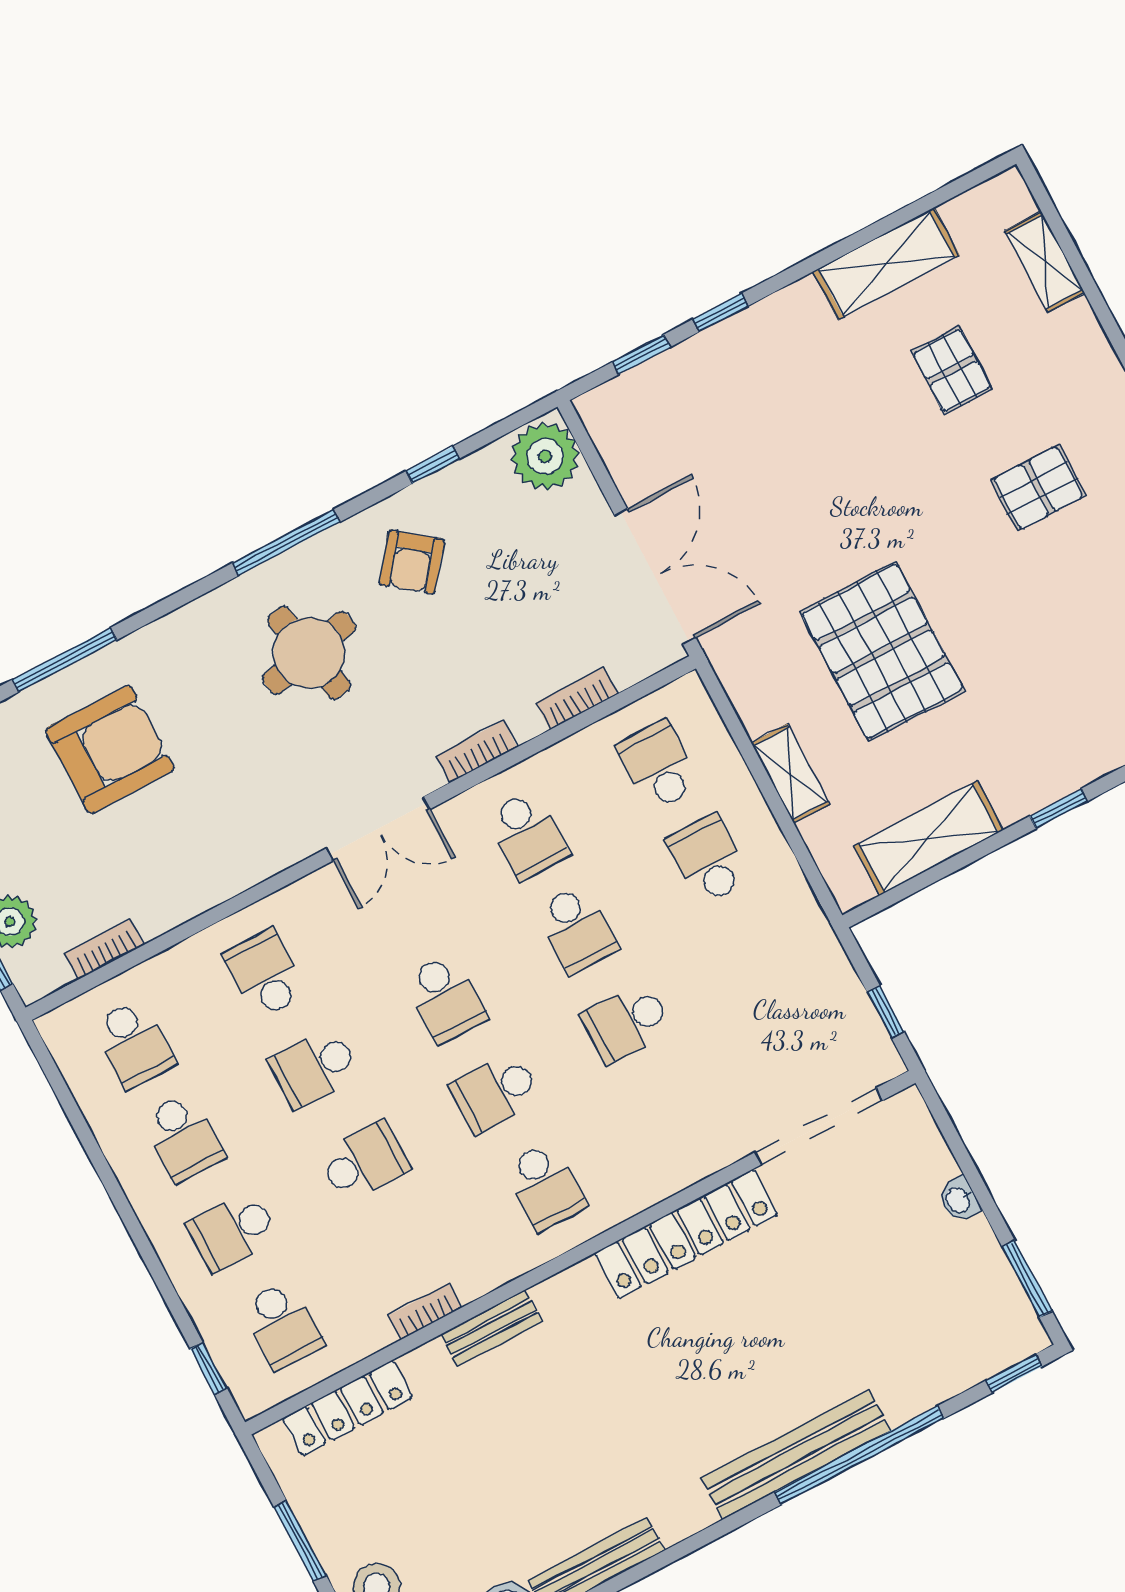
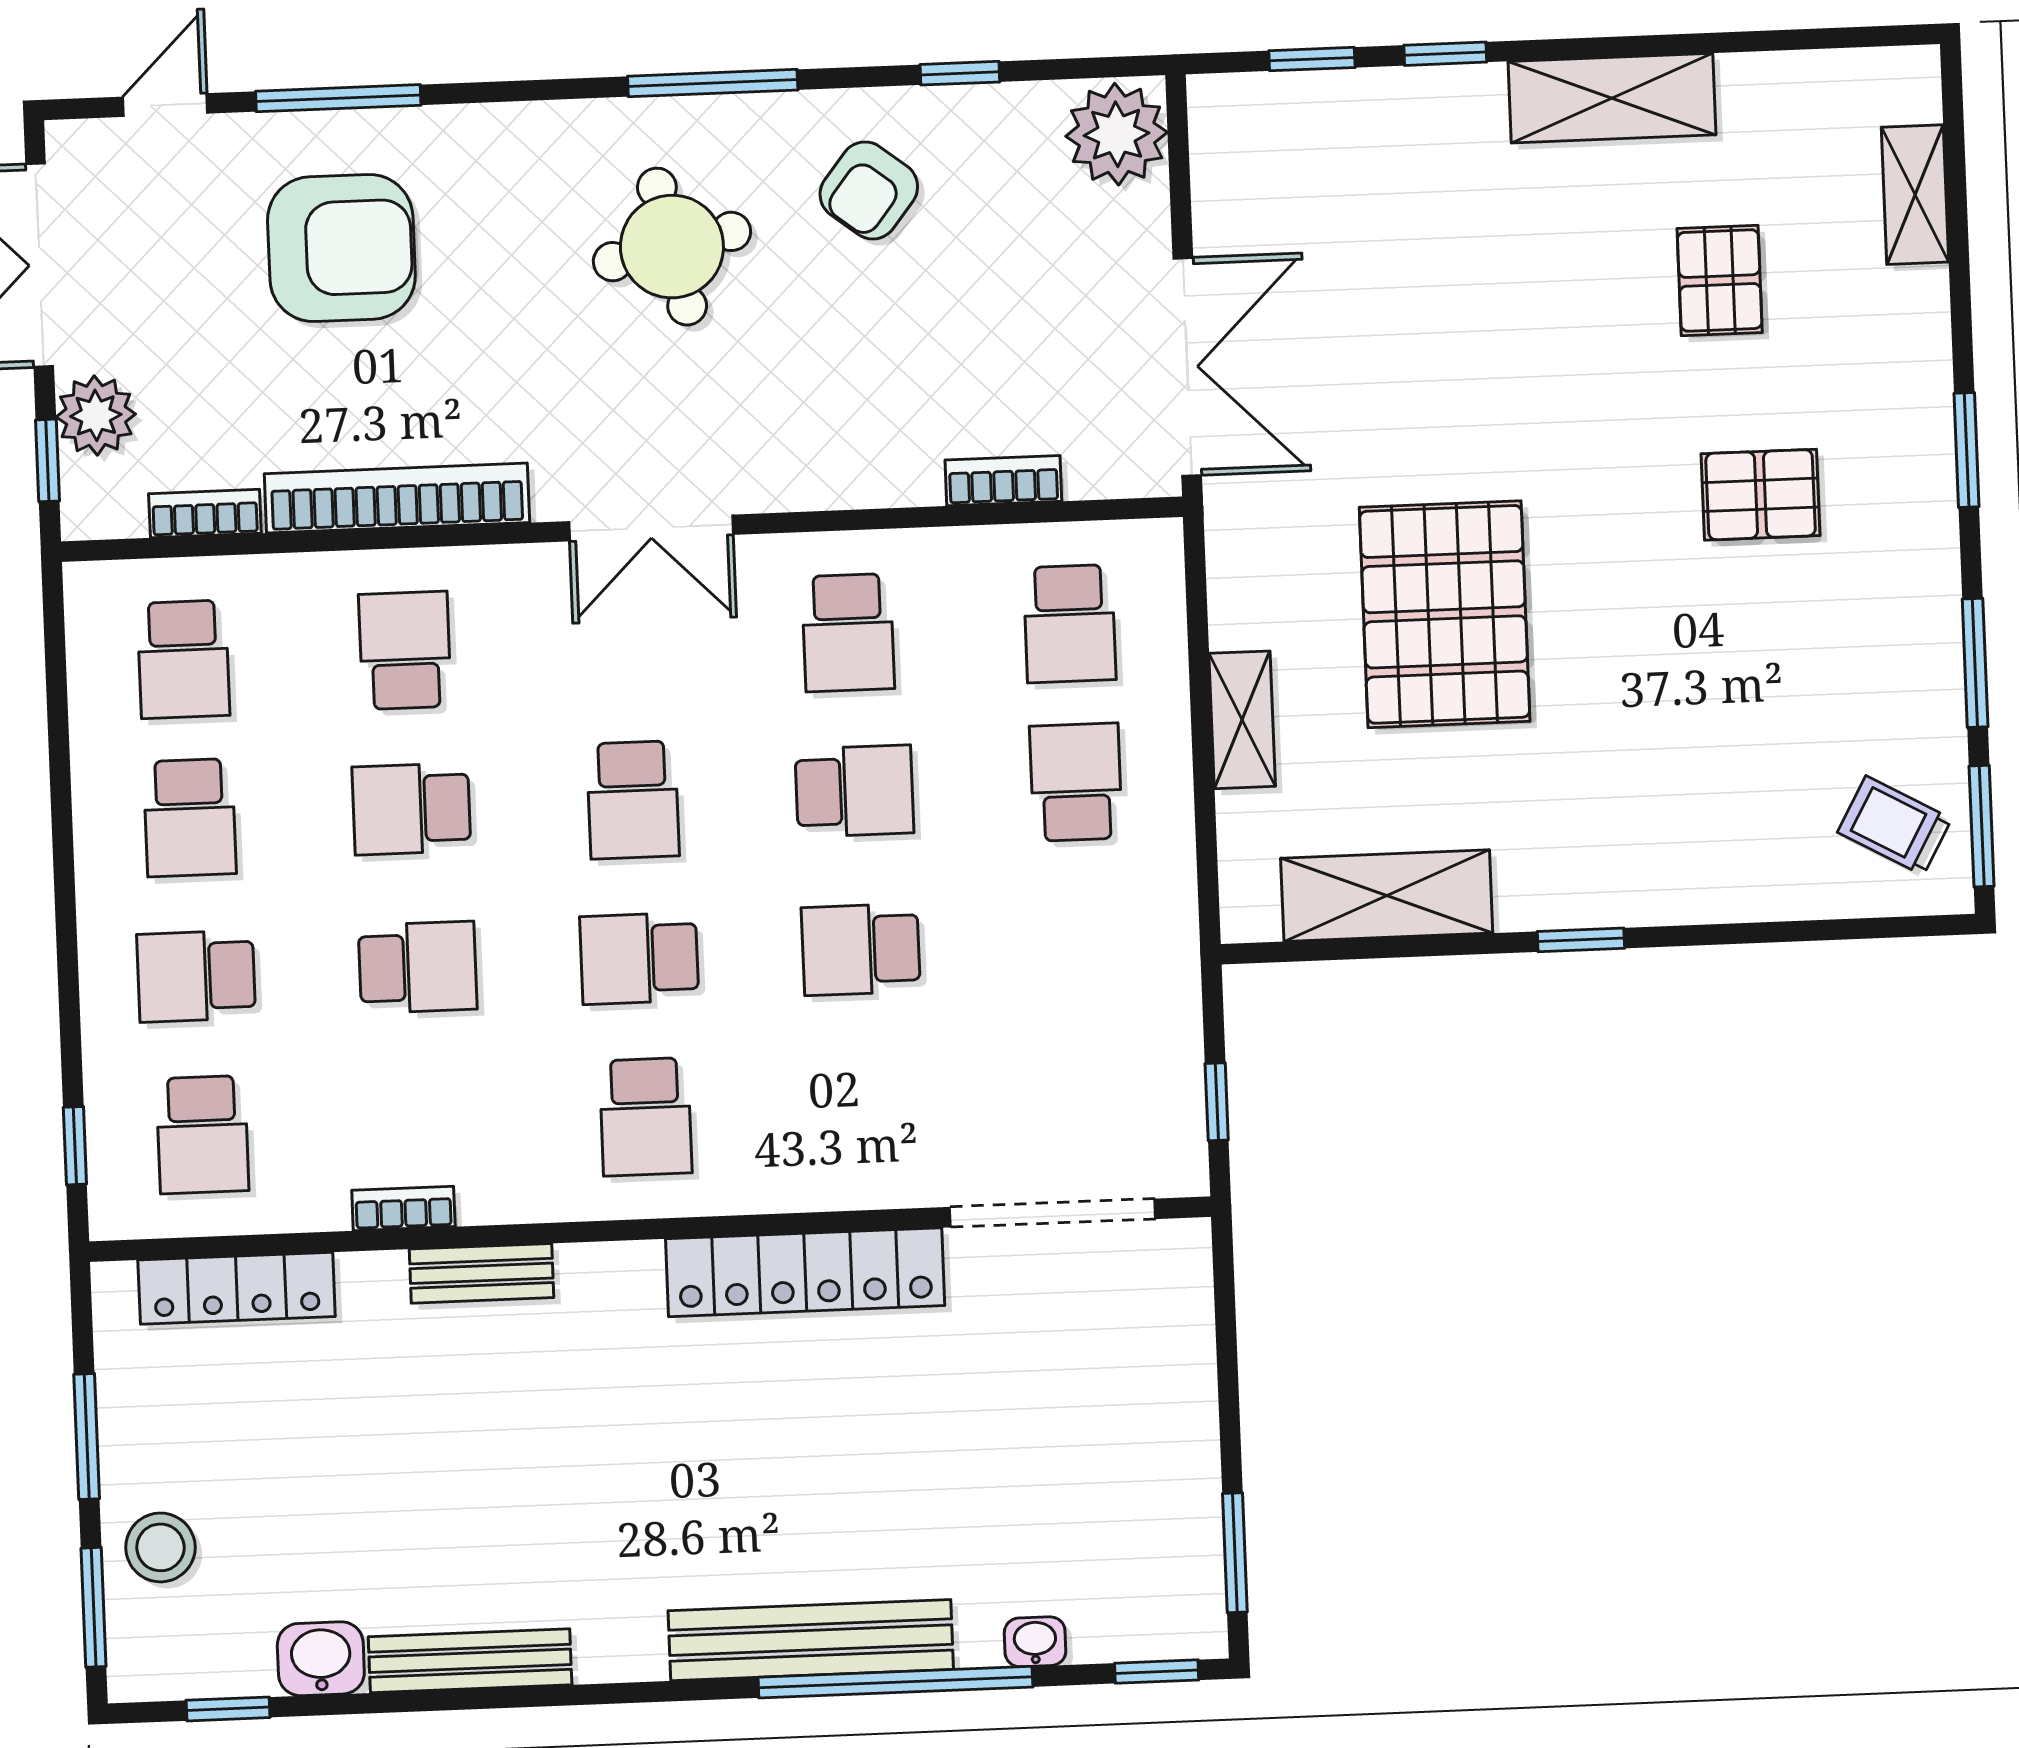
shelving: (886, 263) -> (1612, 98), moved
bookcase: (477, 752) -> (397, 498), moved, width x2.31, depth x1.31
school desk: (658, 766) -> (1070, 624), turned 180
school desk: (577, 929) -> (854, 791), turned -90
washbasin: (959, 1200) -> (1035, 1642), moved, turned 90

